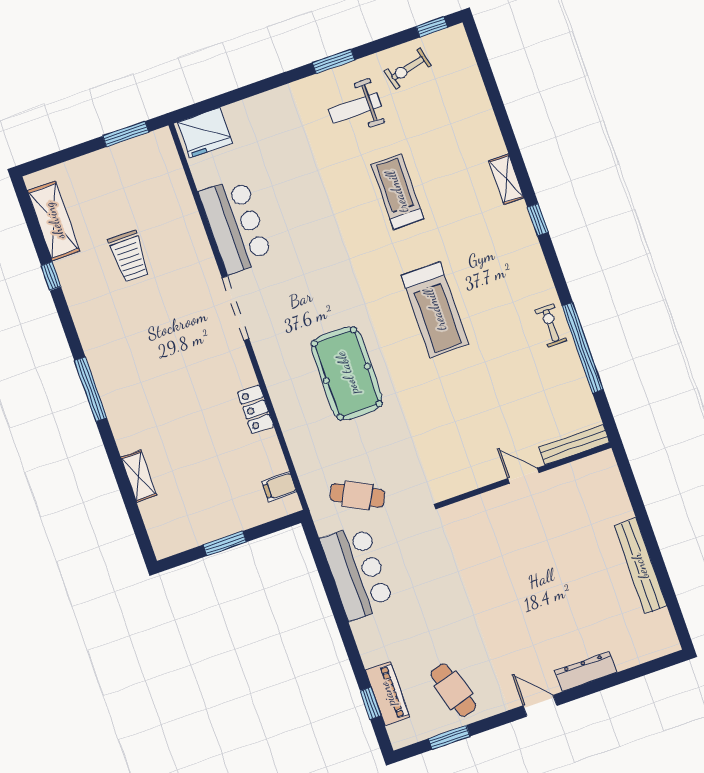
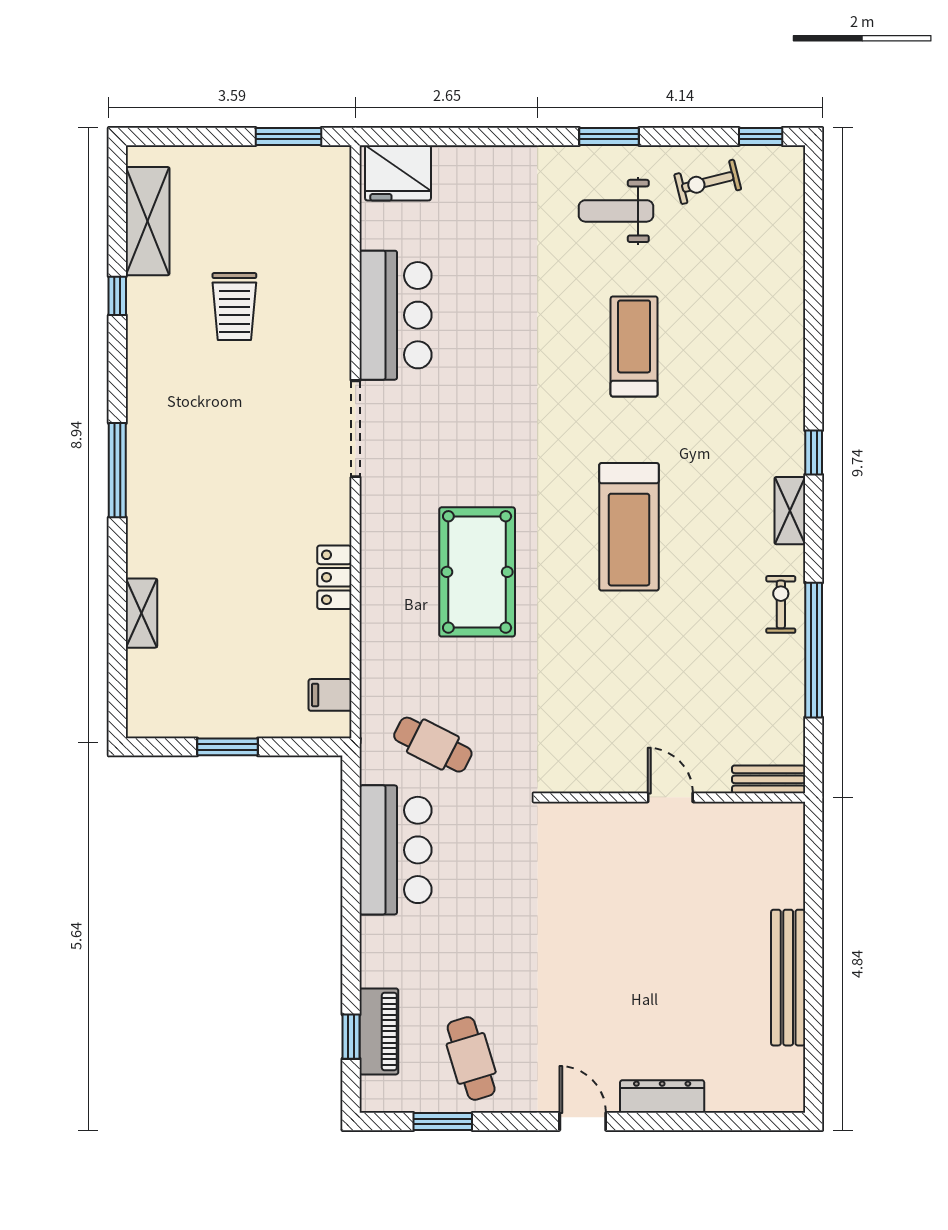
shelving: (506, 179) -> (790, 511), moved
bench: (574, 445) -> (769, 779), width x0.73

